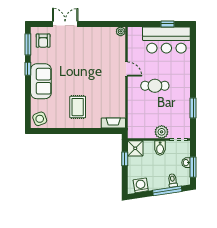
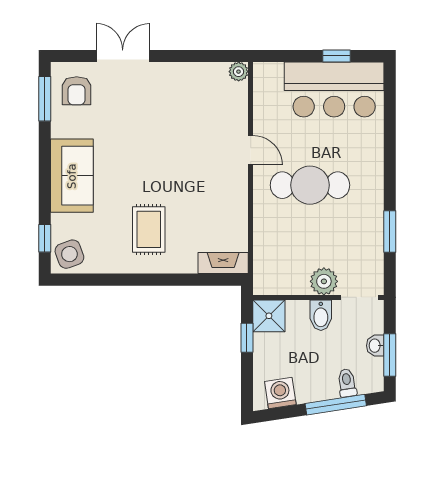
window: (28, 69) -> (45, 238), moved
cafe table: (155, 86) -> (310, 185), width x1.37, depth x1.35

